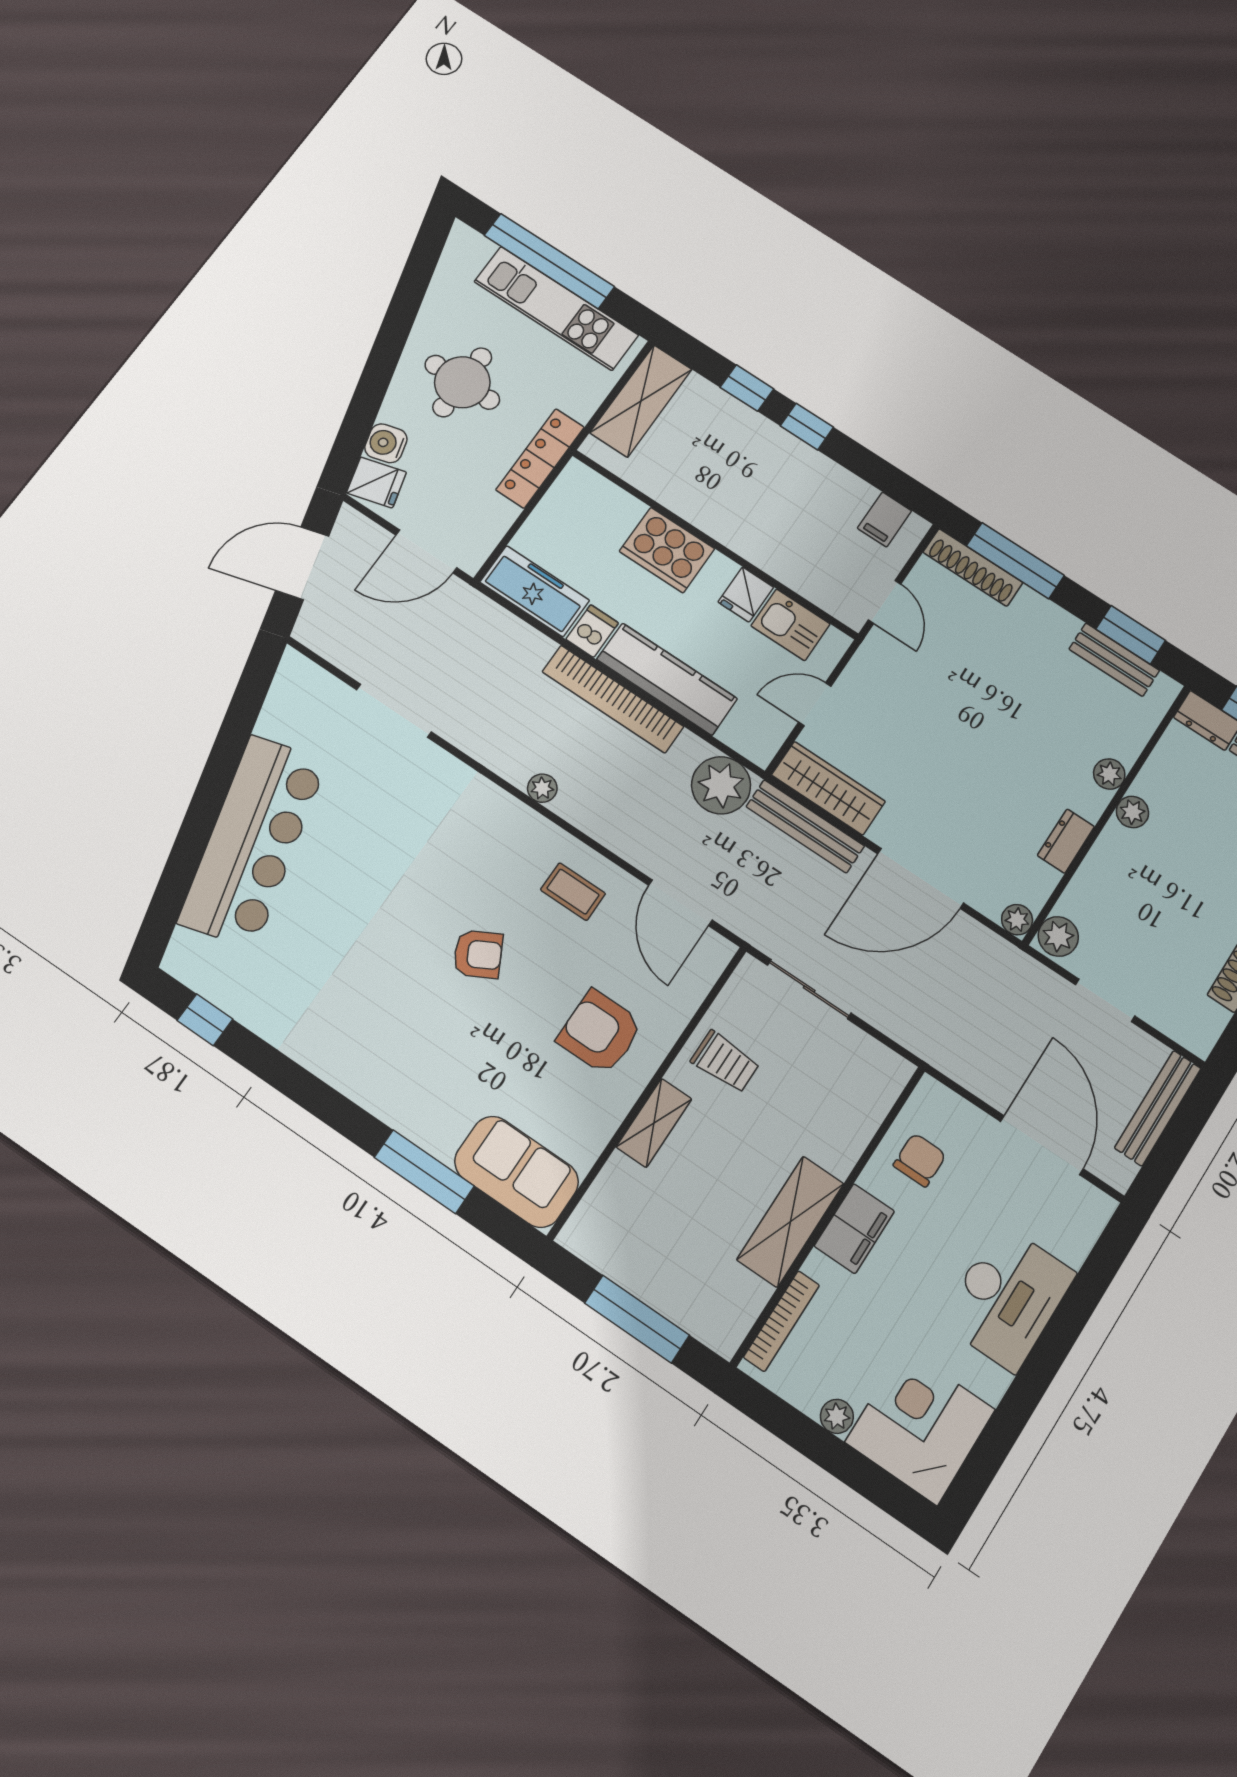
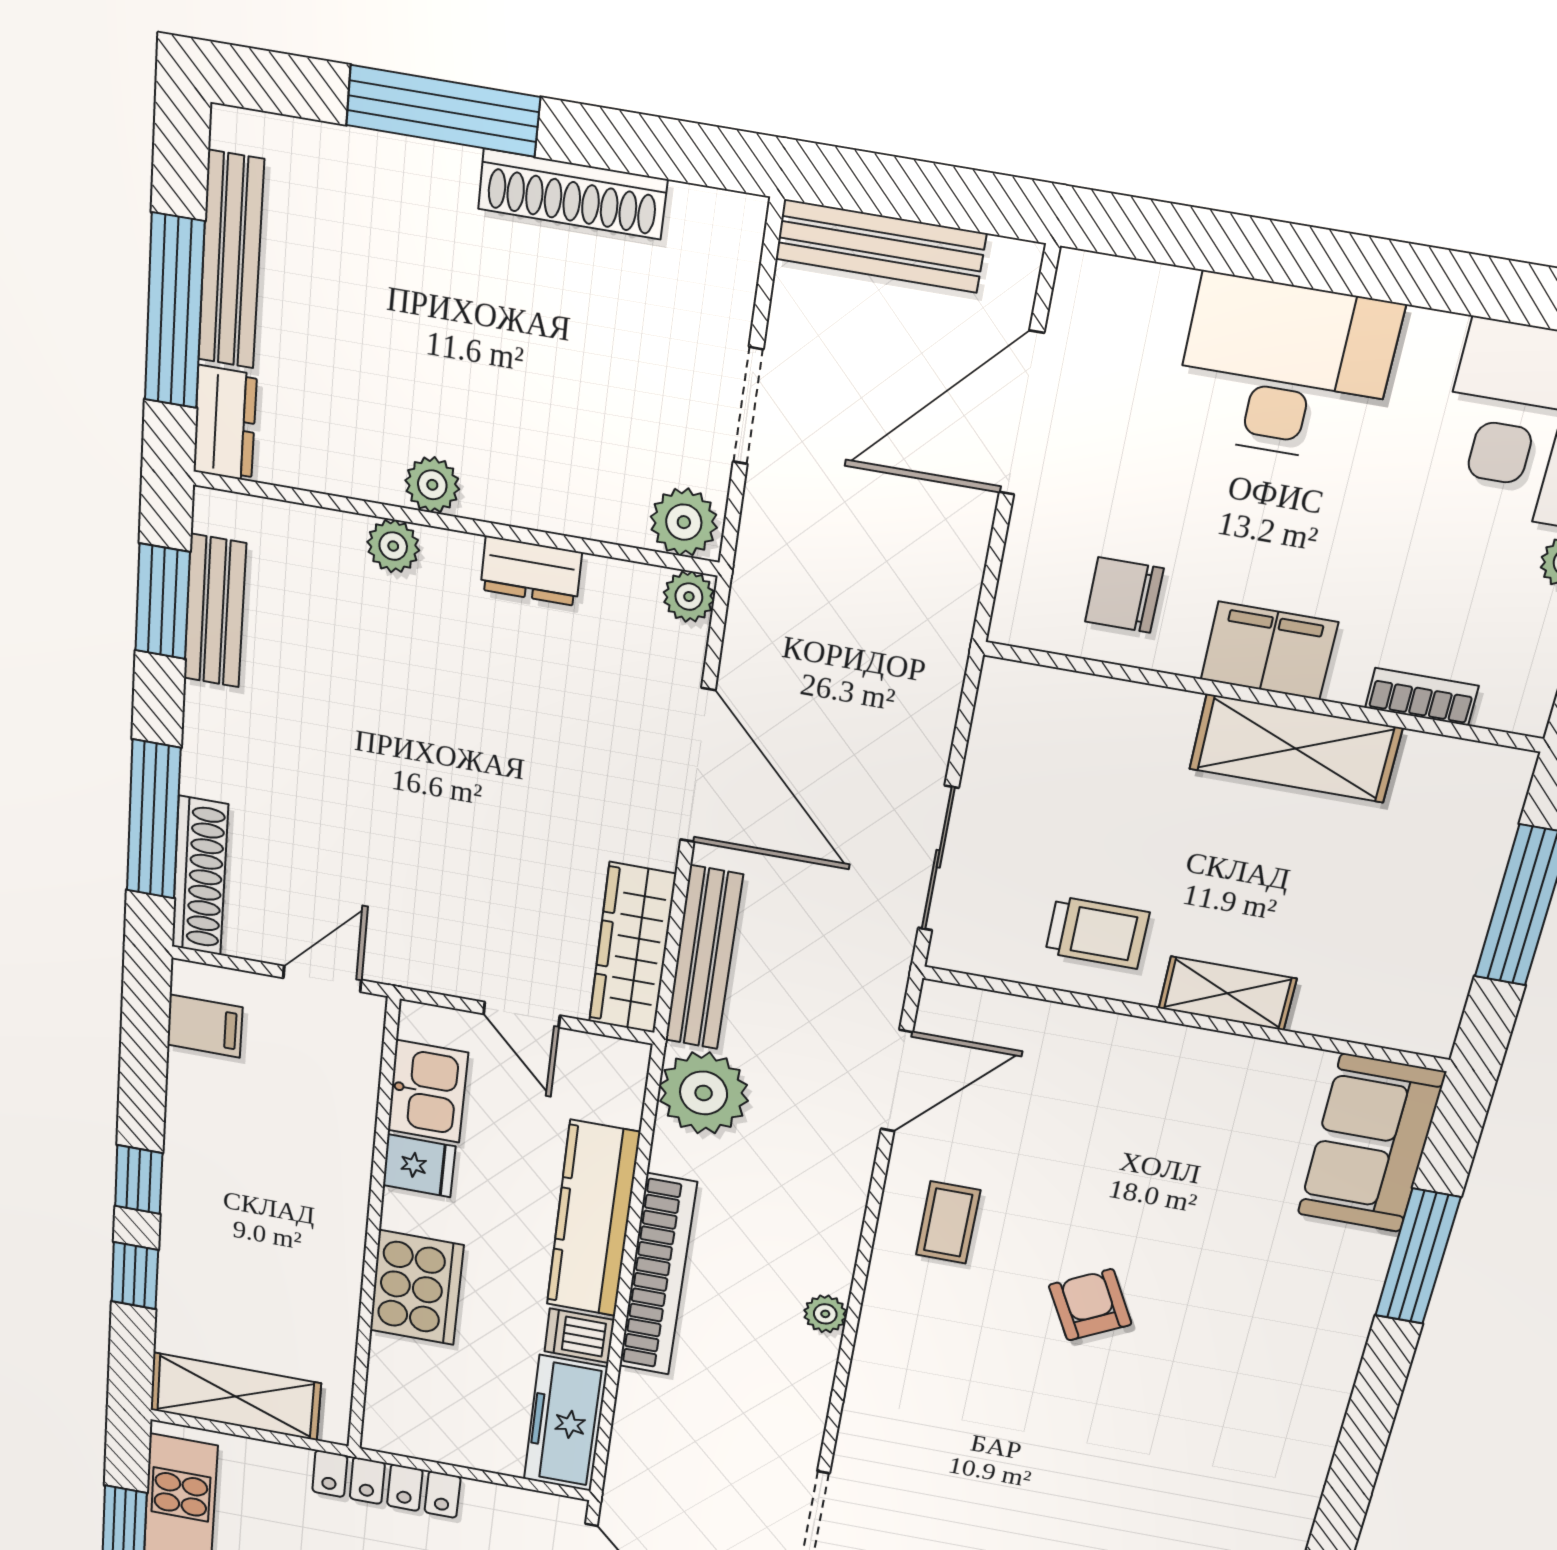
armchair: (600, 1032) -> (1129, 1114), removed
trolley: (725, 1062) -> (1097, 933), turned 90
bookcase: (781, 1321) -> (1422, 697), width x0.64

